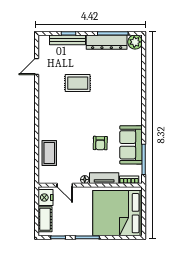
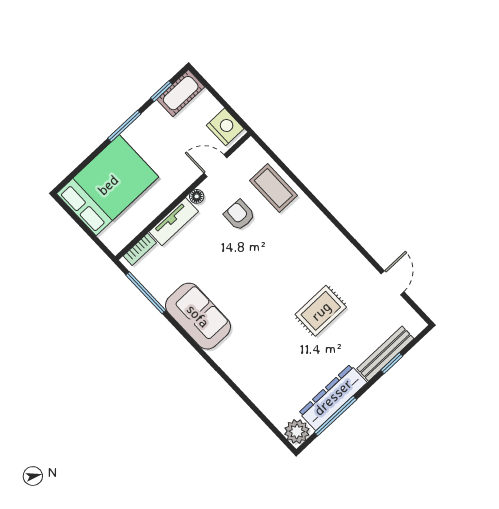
armchair: (100, 143) -> (239, 215), moved
sofa: (131, 145) -> (198, 316), moved
bed: (117, 213) -> (108, 185), width x0.73
cot: (45, 219) -> (181, 93), moved, turned 90

